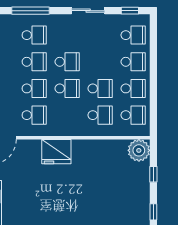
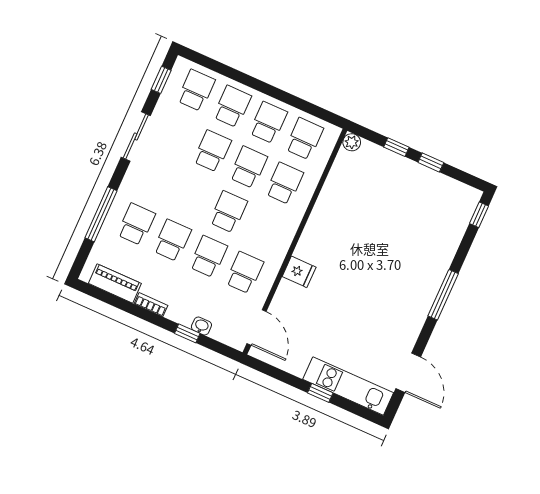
school desk: (67, 62) -> (212, 151), moved
plant: (139, 150) -> (352, 142), width x0.53, depth x0.53
fridge: (56, 152) -> (299, 272), width x0.53, depth x0.75
window: (153, 212) -> (431, 162), moved

